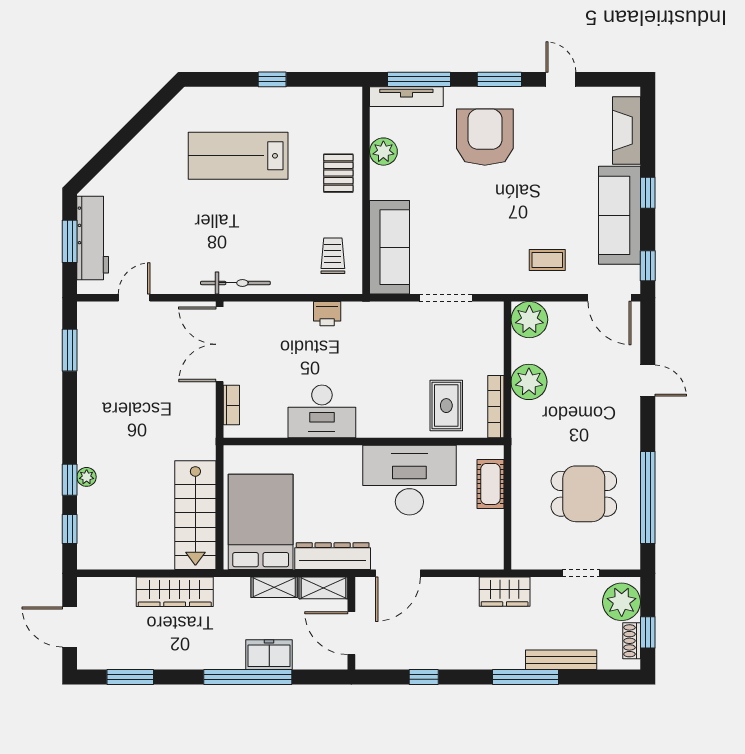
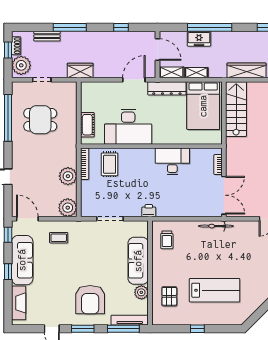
pallet: (338, 173) -> (169, 296), moved
sofa: (390, 247) -> (138, 261), moved
printer: (327, 314) -> (149, 211), moved
bench: (561, 660) -> (47, 36), width x0.73

